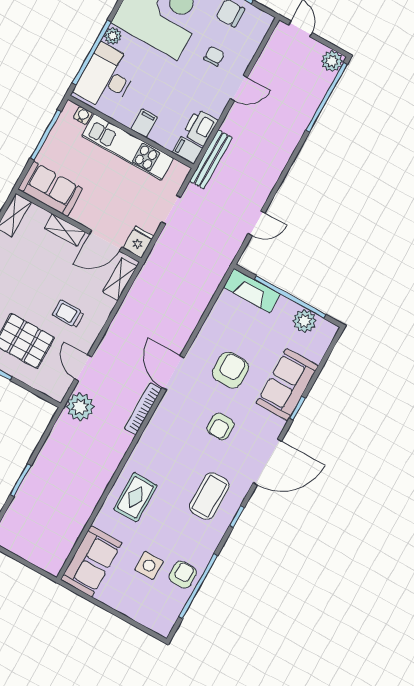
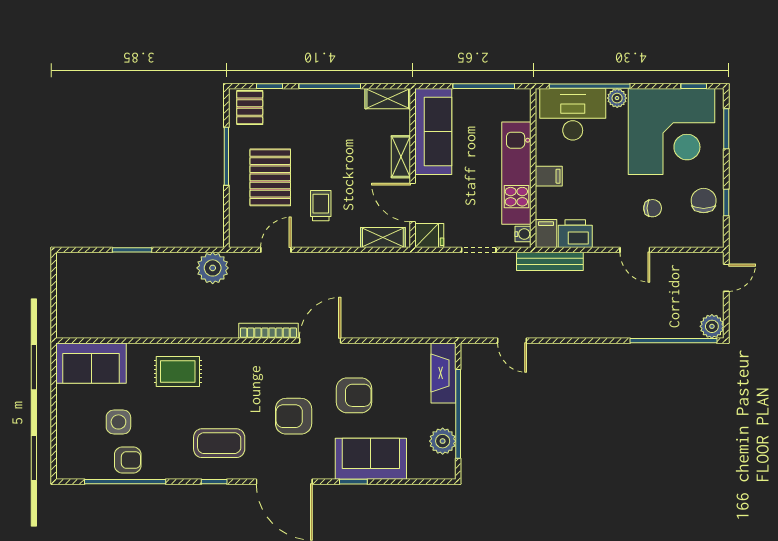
water cooler: (83, 115) -> (523, 234), moved
sofa: (50, 189) -> (433, 131), width x1.36
plant: (80, 407) -> (213, 268), moved
armchair: (220, 426) -> (294, 416), width x1.38, depth x1.38

